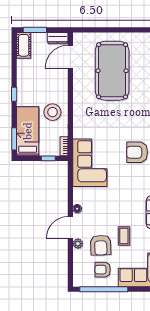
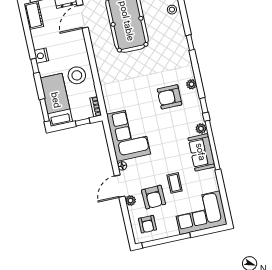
nightstand: (23, 86) -> (41, 56), added
corner sofa: (90, 163) -> (129, 134), moved
armchair: (103, 270) -> (147, 224), moved, turned -90

